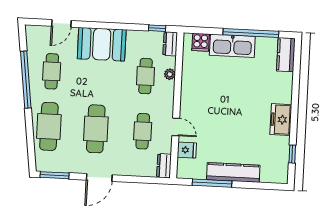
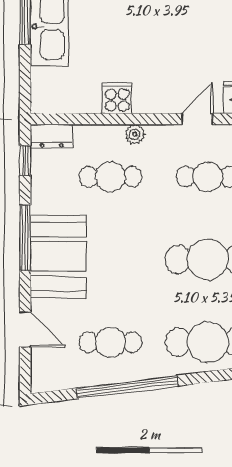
window: (113, 26) -> (25, 238), added
cooker: (201, 42) -> (117, 98), moved, turned -90
plant: (170, 74) -> (135, 134), moved

